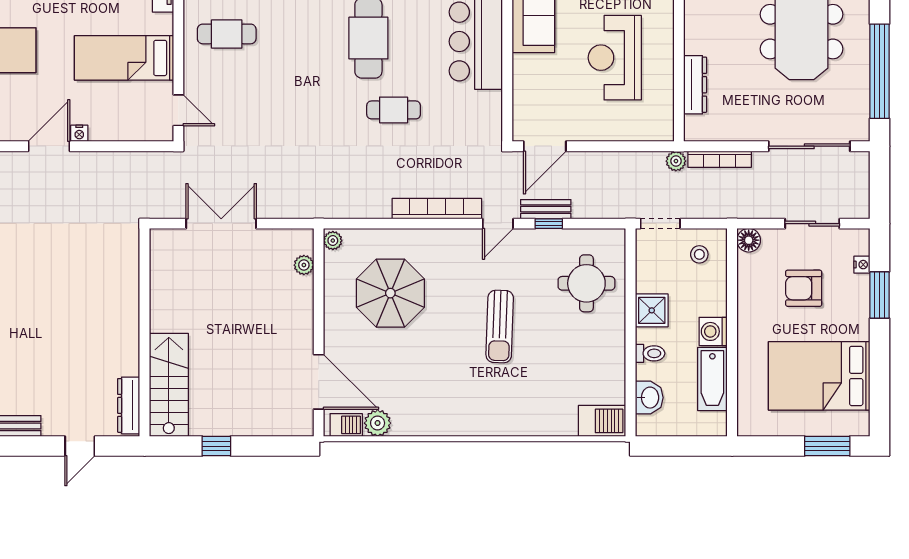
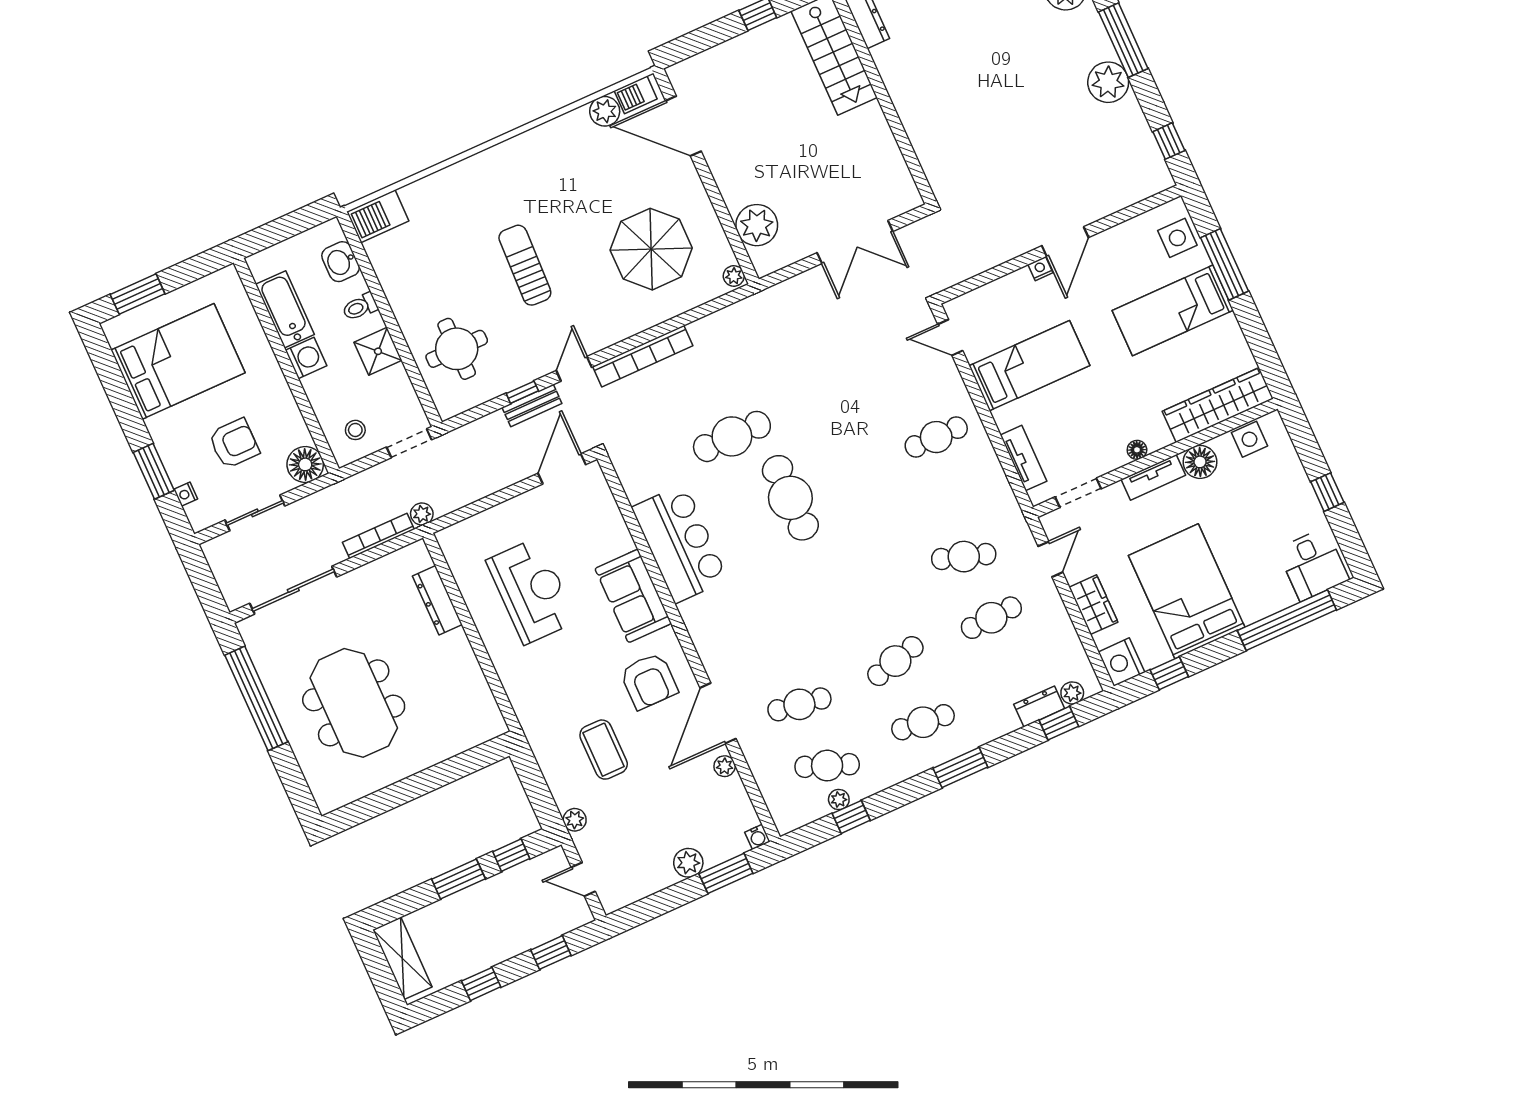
cafe table: (394, 110) -> (732, 436), width x1.37, depth x1.35
floor lamp: (749, 240) -> (305, 464), width x1.38, depth x1.38
plant: (304, 265) -> (757, 225), width x1.88, depth x1.88

